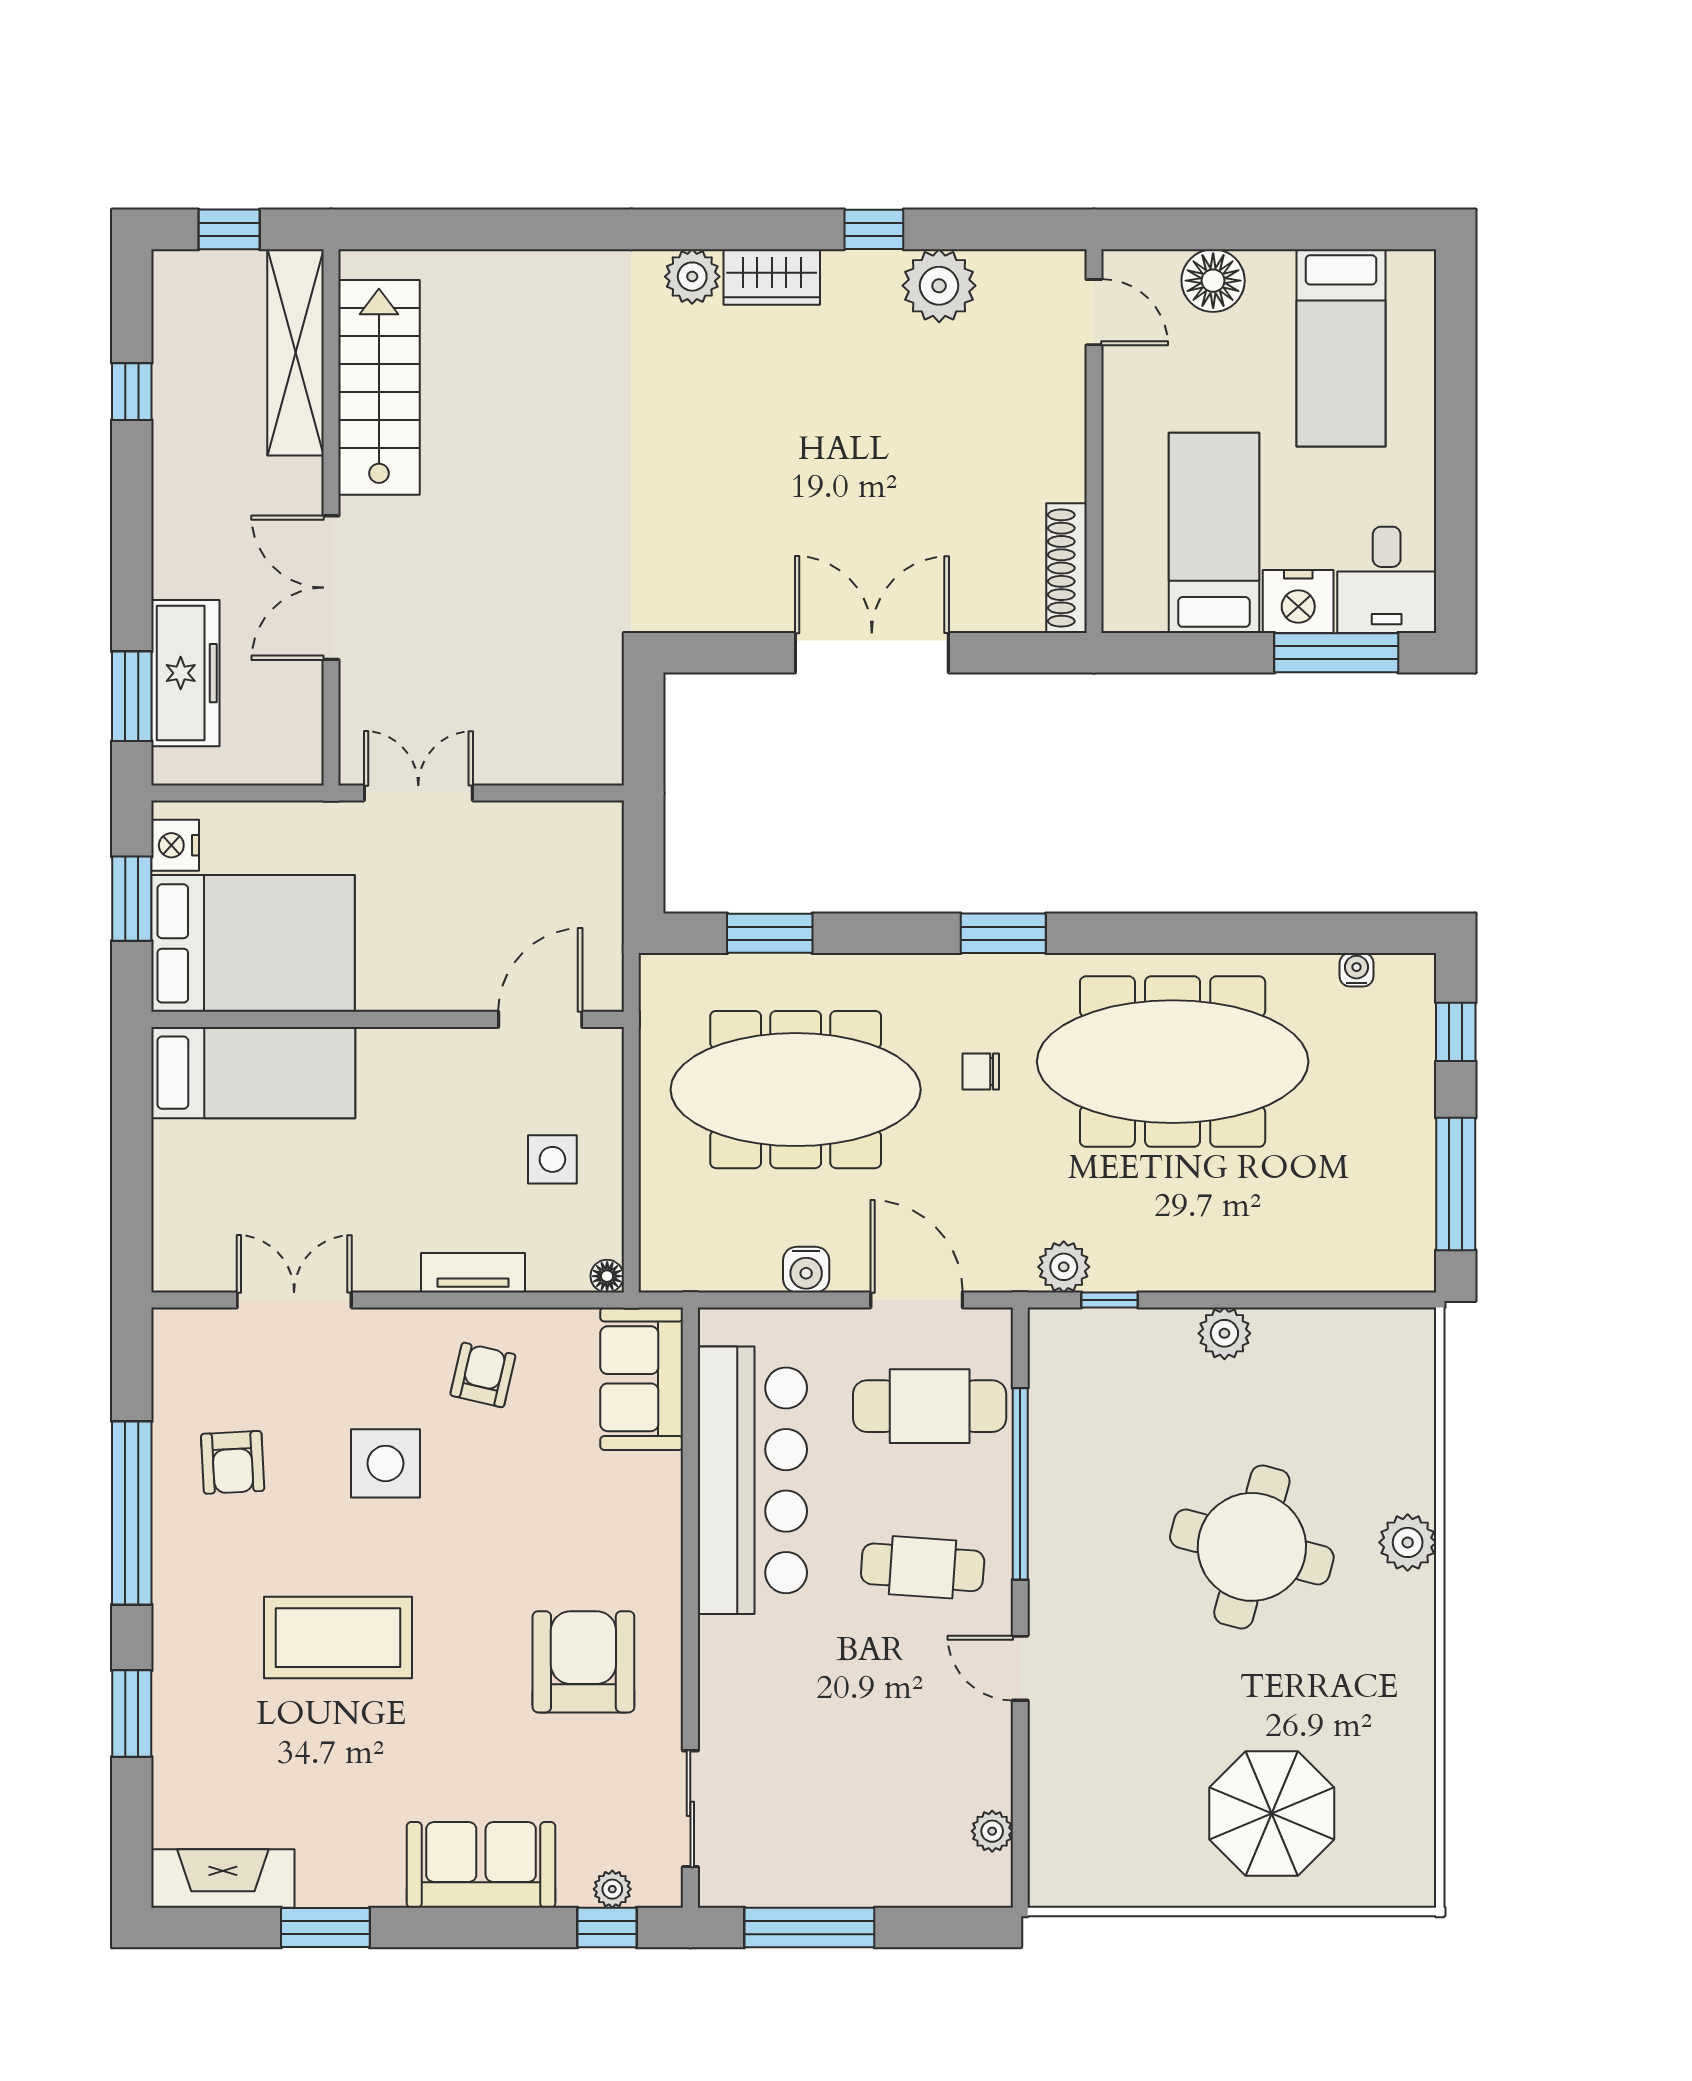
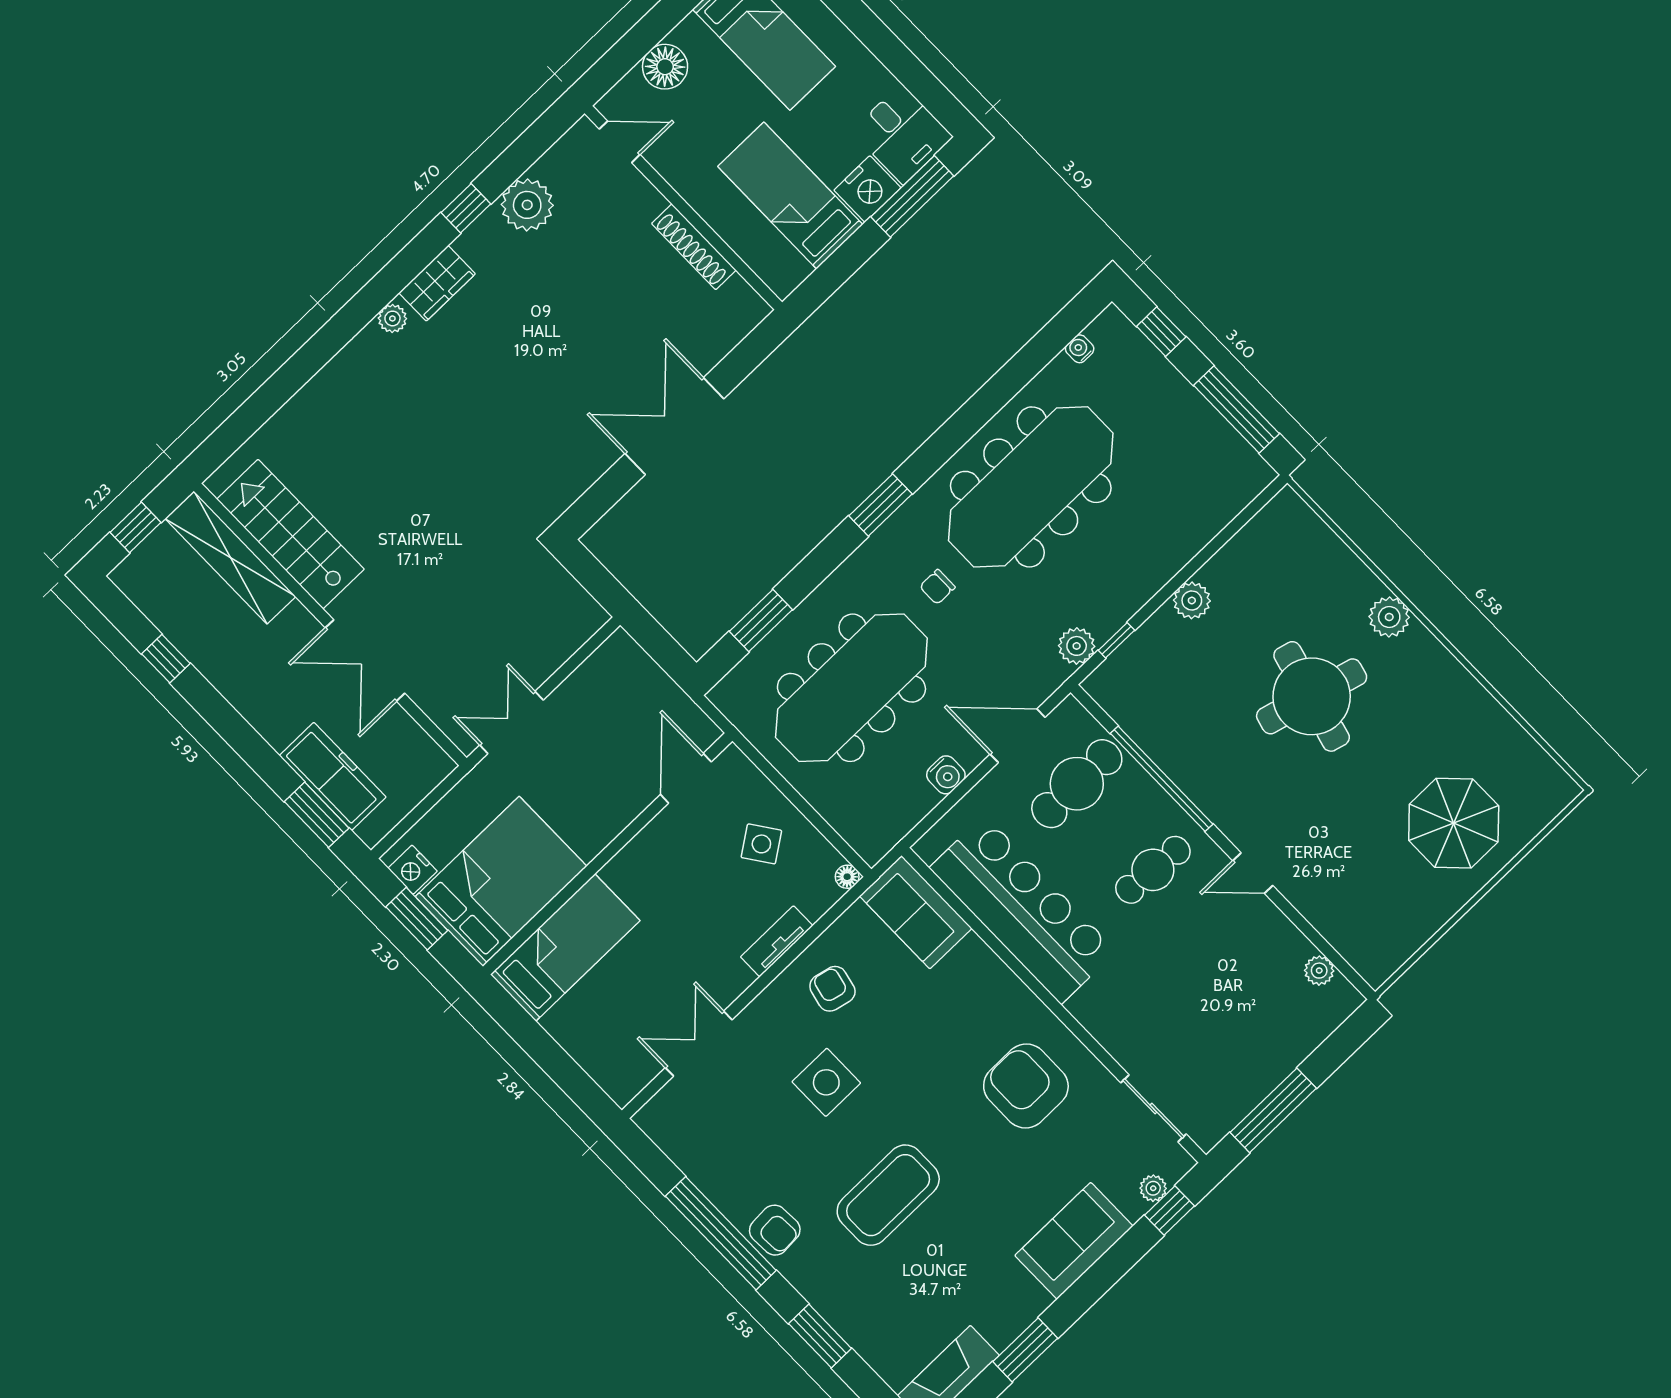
plant: (692, 277) -> (392, 318), width x0.73, depth x0.73
shoe rack: (1067, 568) -> (694, 247), moved
side table: (552, 1159) -> (761, 844), turned -35
armchair: (233, 1462) -> (775, 1230), moved

